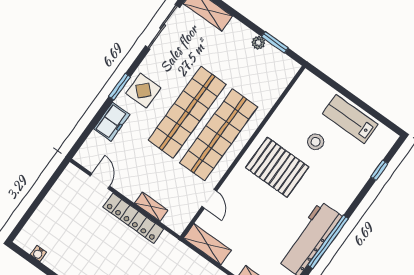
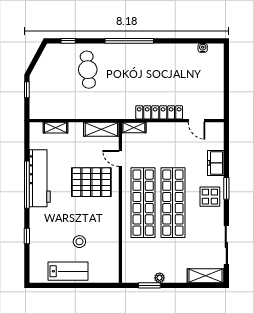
pallet: (277, 167) -> (91, 182), moved
window: (379, 170) -> (27, 236), moved
shelving: (151, 207) -> (134, 128), moved

